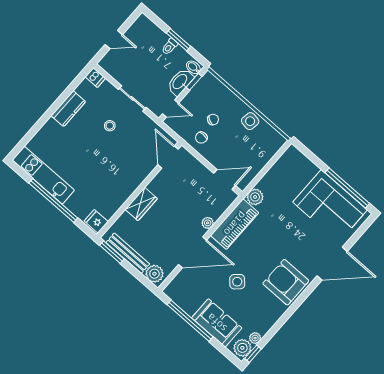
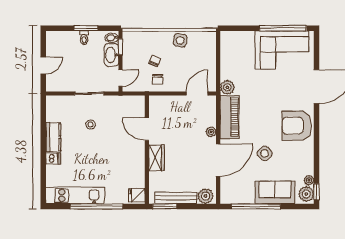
dishwasher: (95, 77) -> (53, 159), moved
door: (168, 157) -> (147, 129), moved

